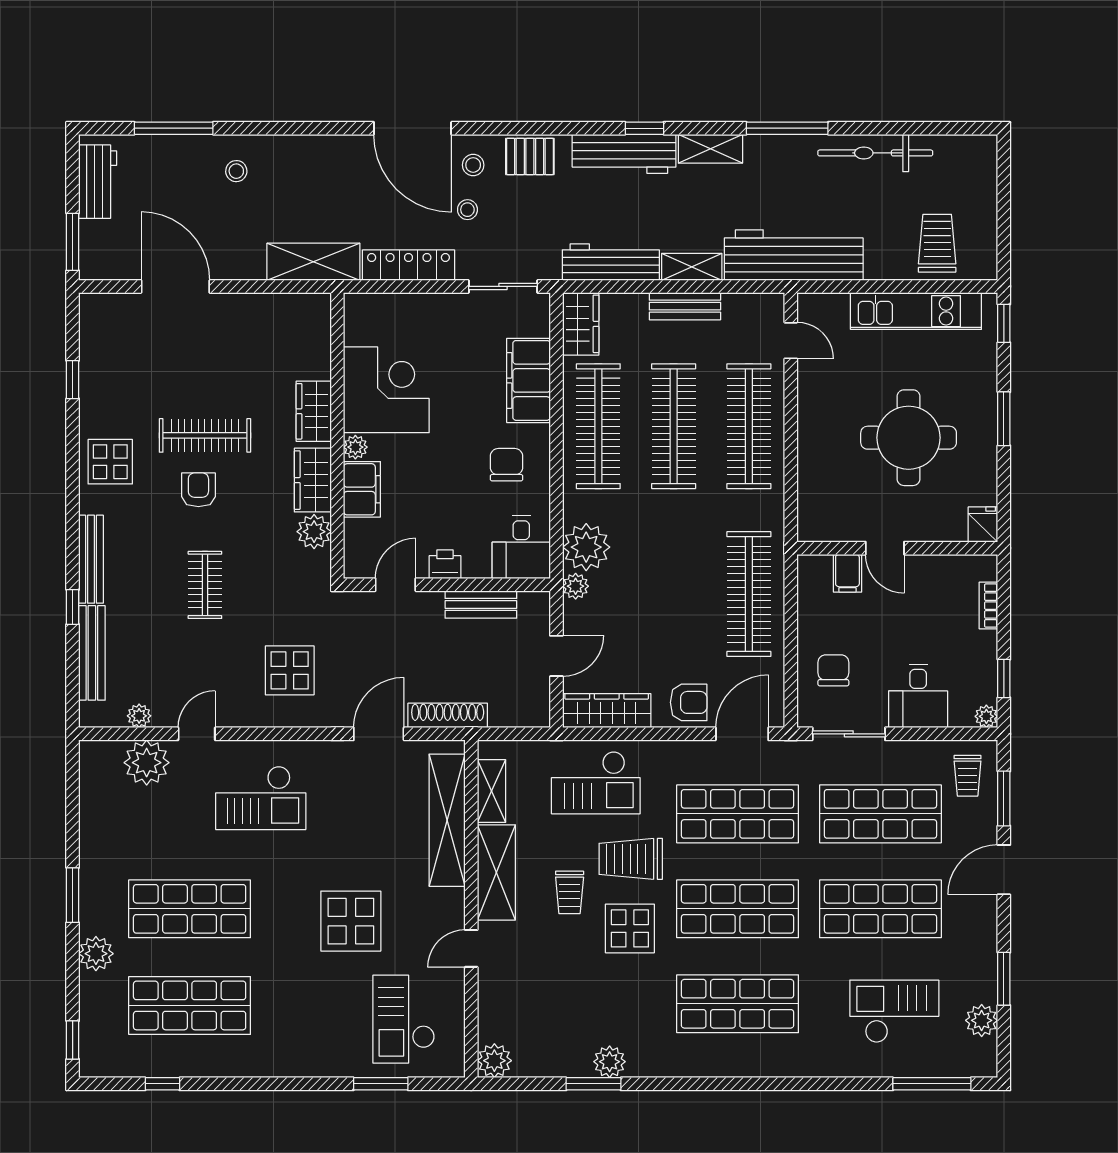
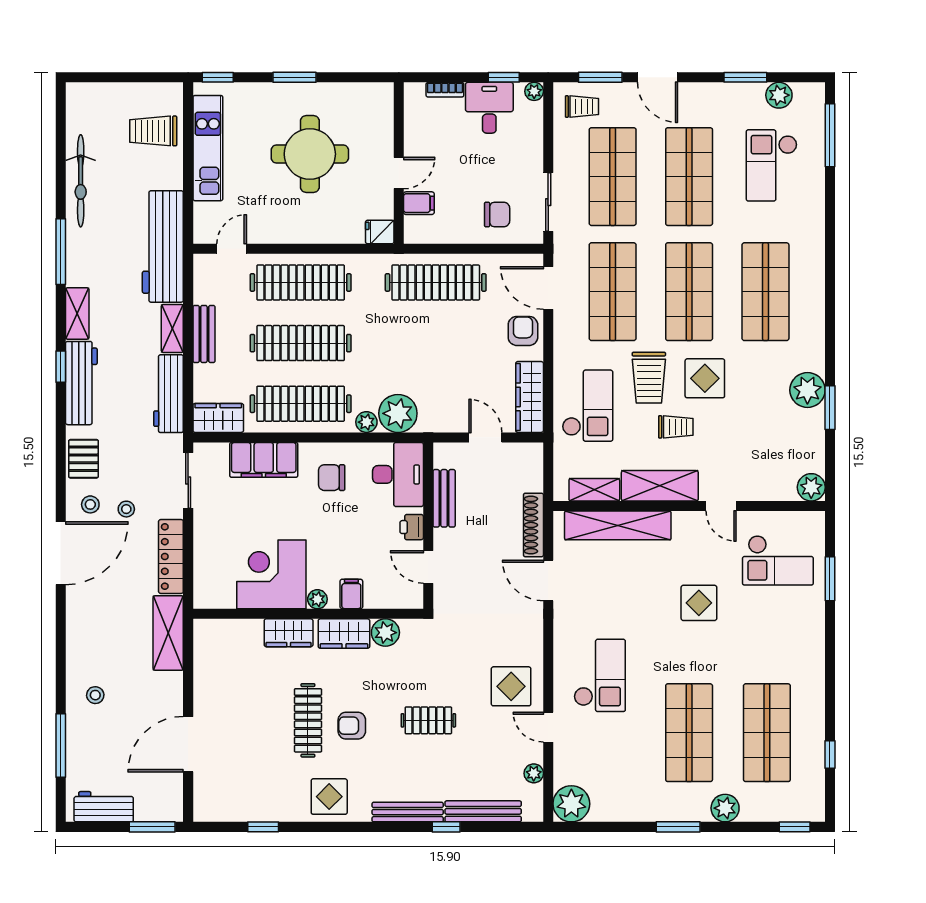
filing cabinet: (362, 489) -> (351, 594), width x0.50
fridge: (983, 525) -> (380, 232), moved
desk: (521, 547) -> (398, 474), width x1.37
plant: (576, 586) -> (366, 422), moved
display table: (290, 670) -> (511, 686), moved
chair: (833, 670) -> (497, 214), turned 180
desk: (918, 696) -> (489, 108), moved, turned -90
plant: (147, 763) -> (571, 804), moved
display table: (351, 921) -> (699, 603), width x0.73, depth x0.73
plant: (610, 1062) -> (807, 390), width x1.36, depth x1.36

